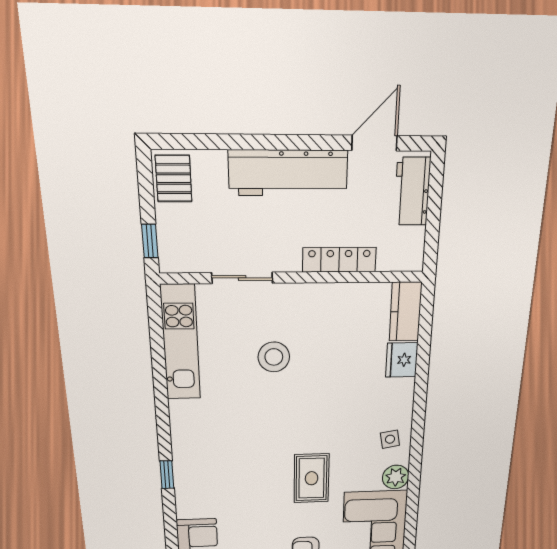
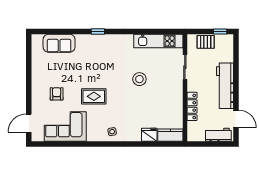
pallet: (174, 179) -> (206, 42), moved
window: (150, 241) -> (220, 31), moved
stool: (274, 357) -> (139, 79), moved
plant: (396, 477) -> (93, 135), removed

